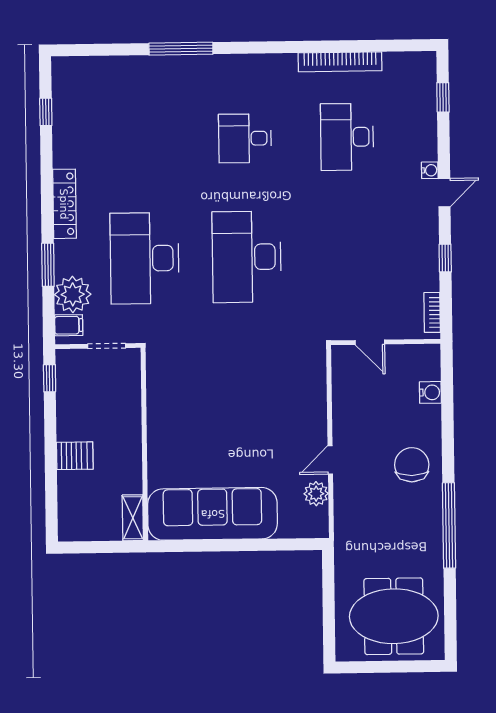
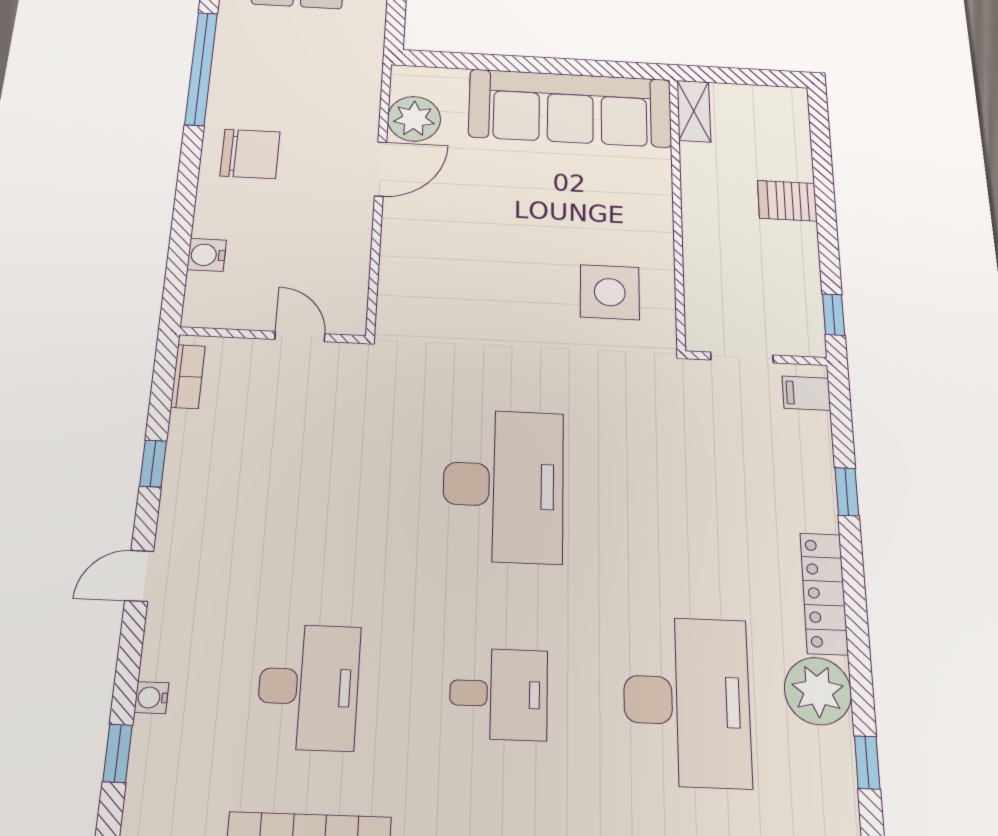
water cooler: (430, 170) -> (151, 698), moved
desk: (144, 258) -> (687, 701), moved
window: (48, 265) -> (847, 492), width x0.67
plant: (73, 294) -> (818, 691), moved
side table: (186, 384) -> (610, 292), added
door: (330, 460) -> (381, 169), width x1.38
chair: (412, 465) -> (250, 154), turned -90
plant: (316, 494) -> (414, 119), width x1.36, depth x1.36

